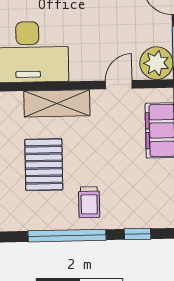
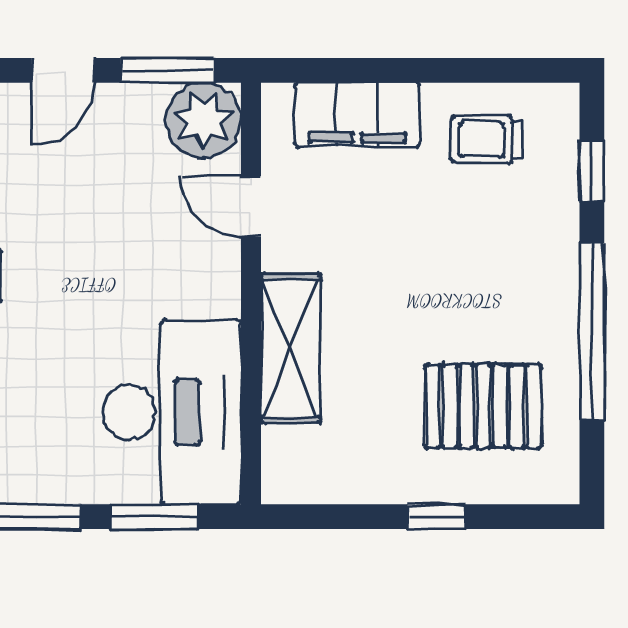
pallet: (44, 165) -> (483, 406), moved
trolley: (89, 202) -> (486, 140), moved, turned 180

